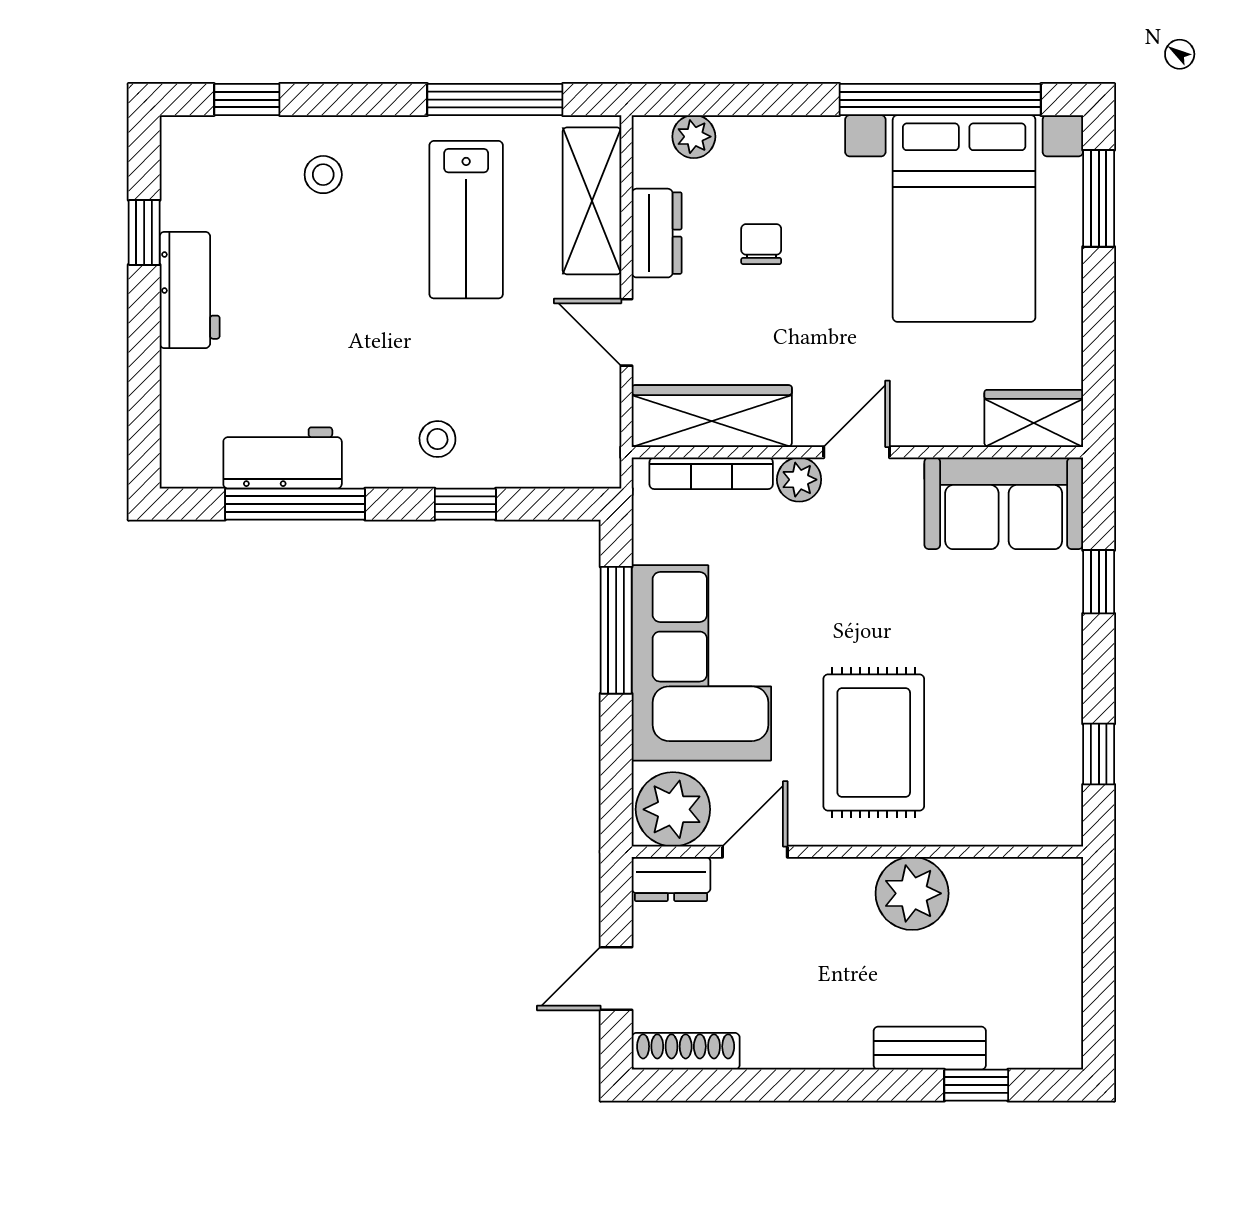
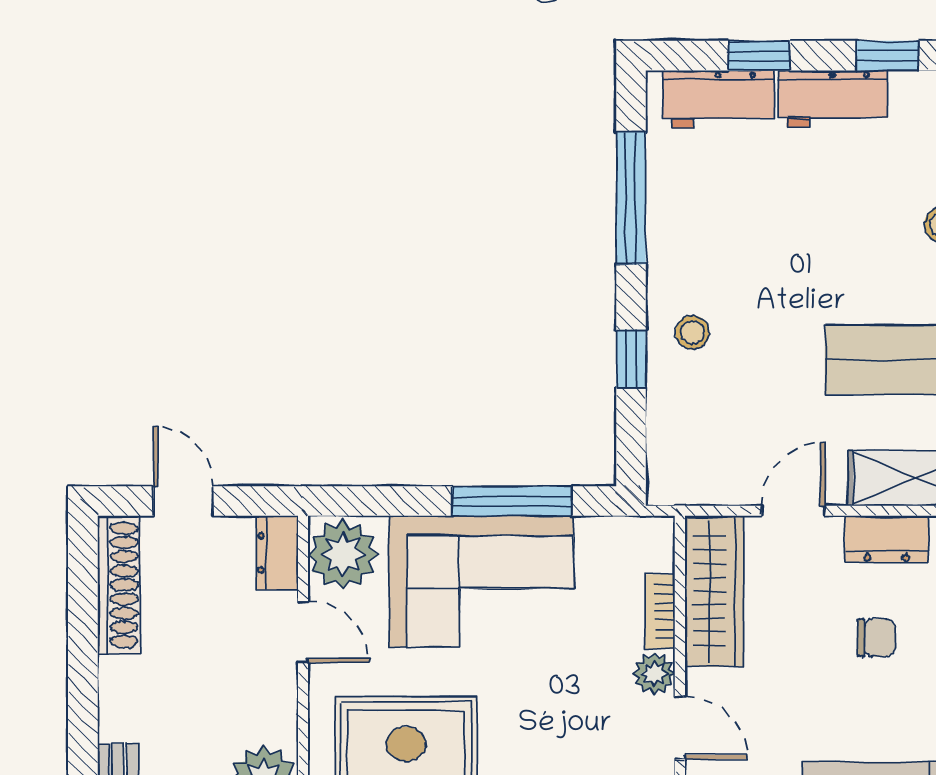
window: (144, 368) -> (759, 56), added
workbench: (283, 458) -> (718, 99), moved, turned 90
bookcase: (711, 473) -> (660, 612), width x0.64
shoe rack: (686, 1051) -> (119, 585), width x1.36, depth x1.24

